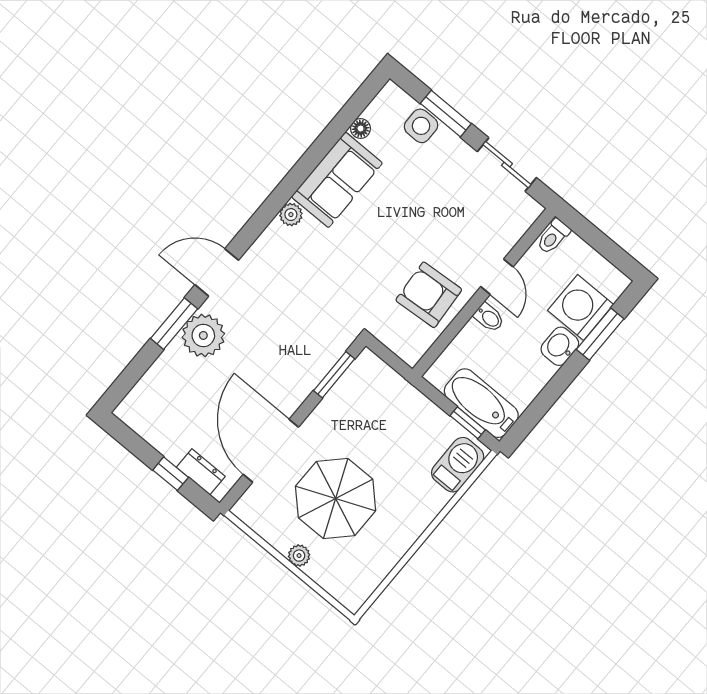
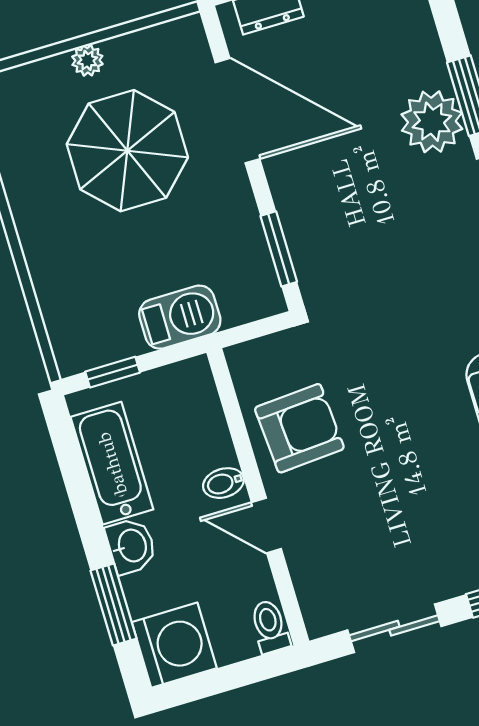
washing machine: (581, 307) -> (174, 645), moved
bathtub: (481, 403) -> (112, 463), moved, turned -90
barbecue: (458, 465) -> (180, 317), moved, turned -90

